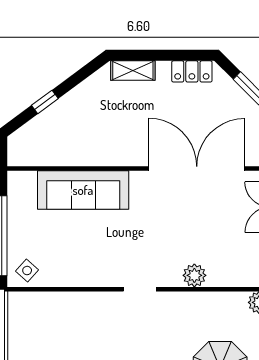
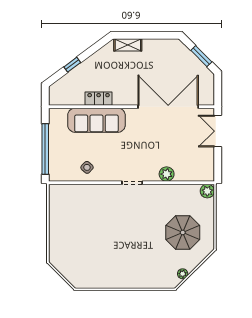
locker: (192, 71) -> (99, 99), moved, turned 180
side table: (27, 271) -> (87, 167), moved

